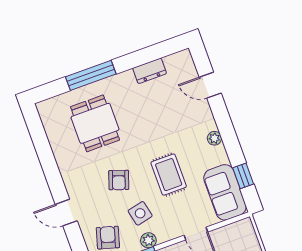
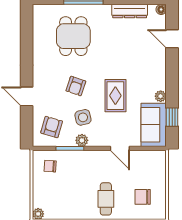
floor lamp: (185, 56) -> (161, 9), added
dresser: (150, 71) -> (130, 11), width x1.44
plant: (214, 138) -> (161, 96), moved

